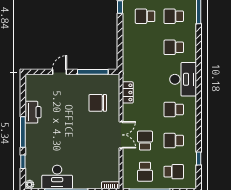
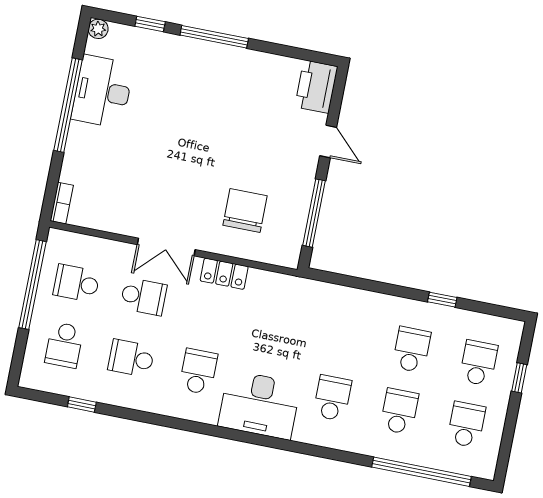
locker: (128, 92) -> (224, 274), moved
printer: (33, 112) -> (316, 87), moved, turned 90
school desk: (174, 141) -> (131, 358), turned -90

